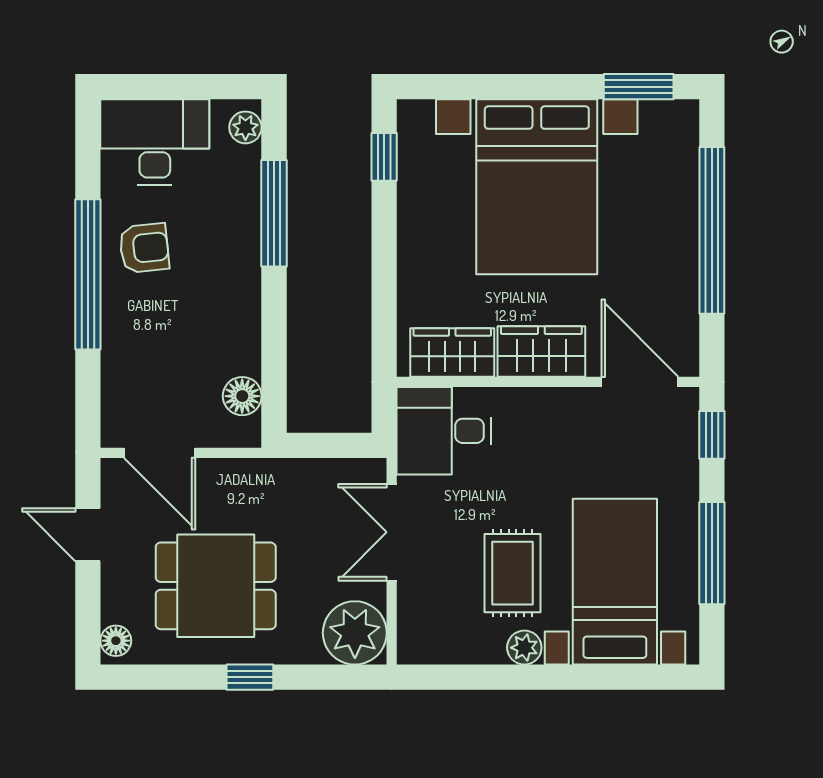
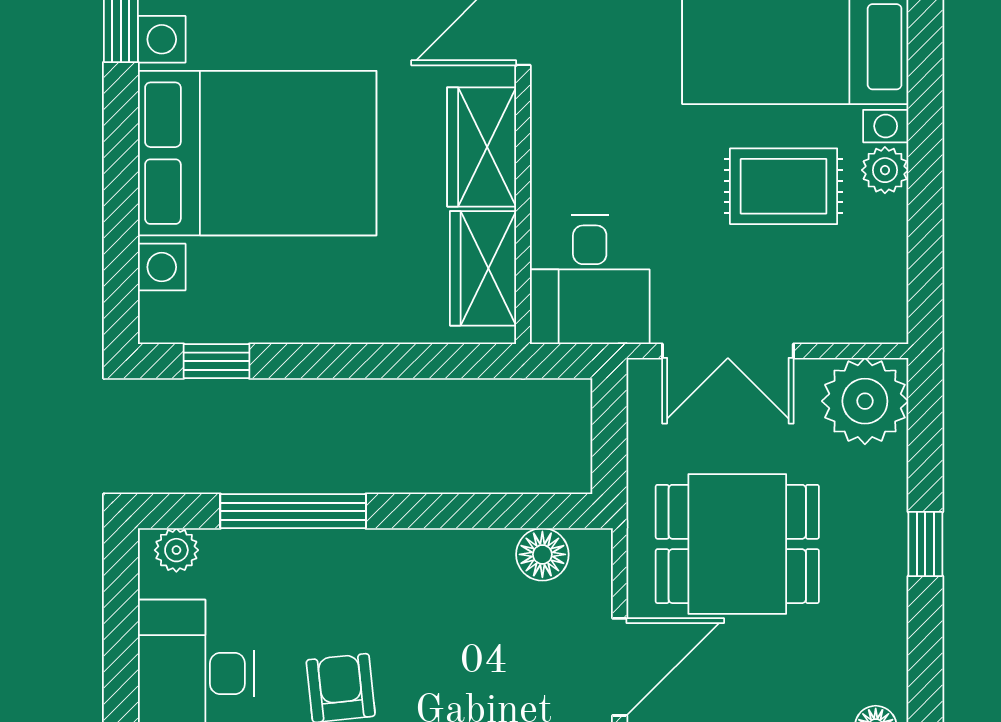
dining table: (216, 586) -> (737, 544), moved, turned 90

